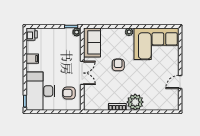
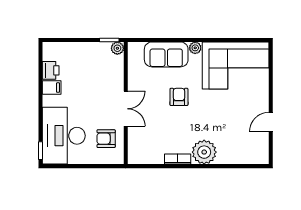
printer: (32, 34) -> (51, 70), moved
sofa: (92, 42) -> (166, 54), moved, turned 90

